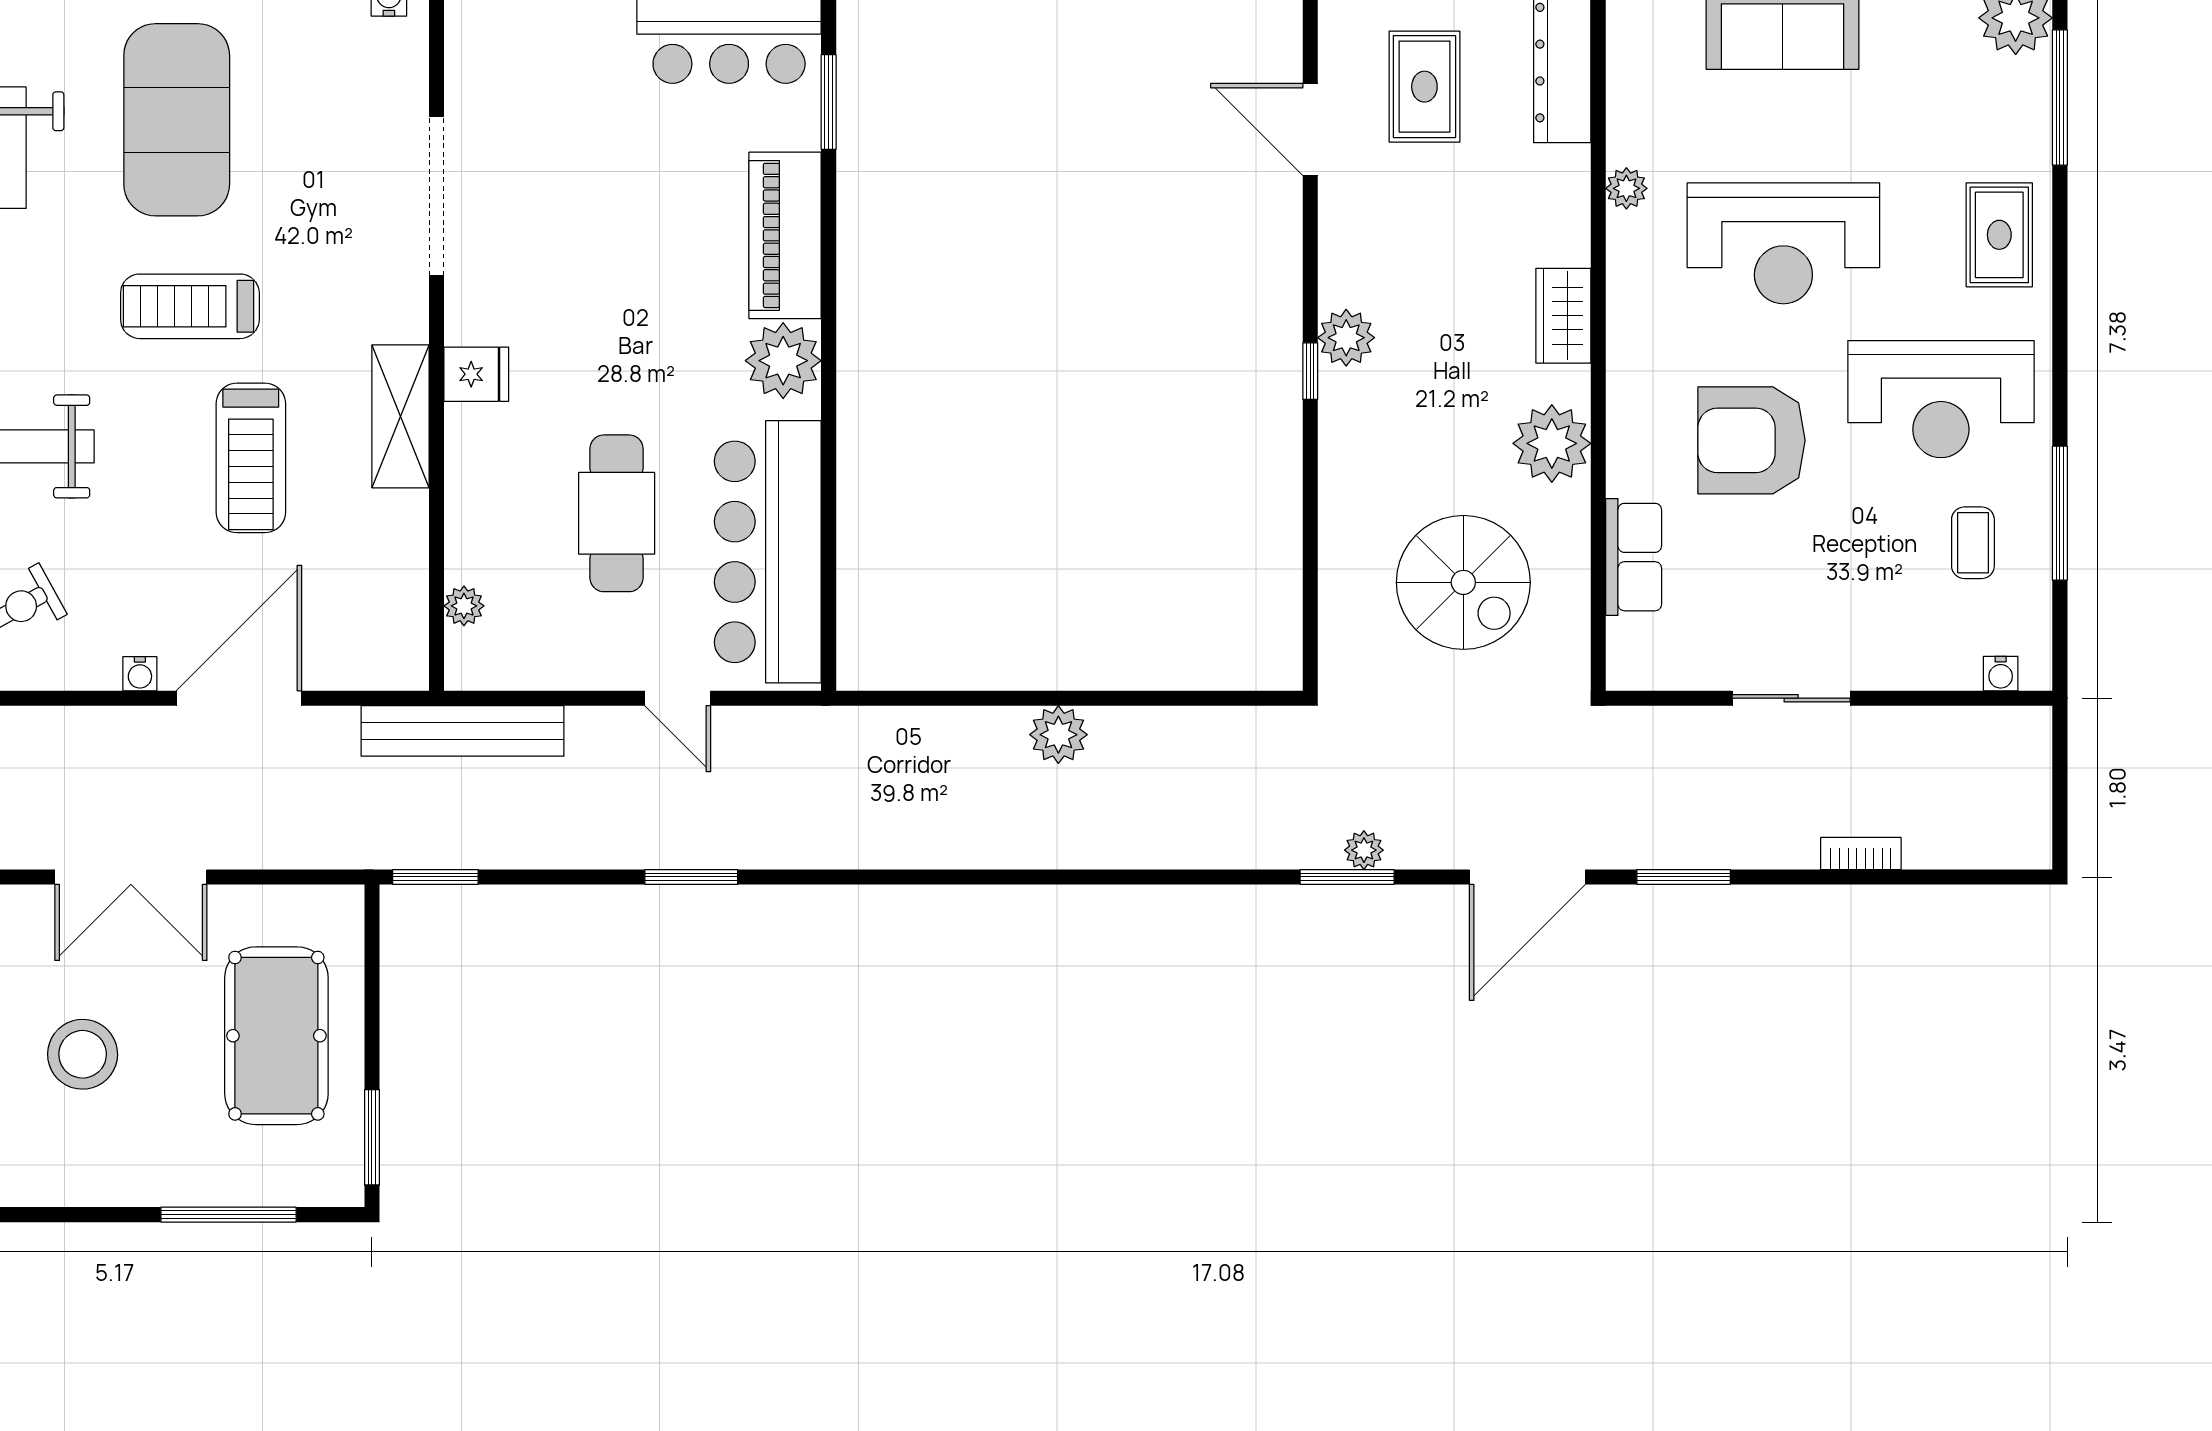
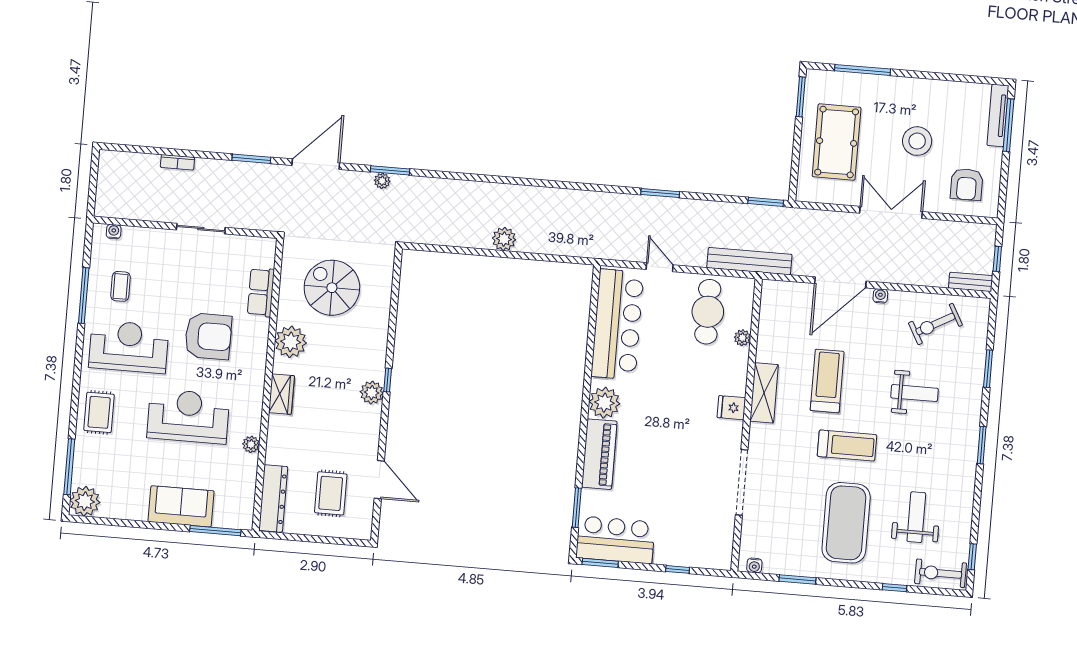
cafe table: (617, 513) -> (708, 312), moved
plant: (464, 606) -> (742, 338), moved

